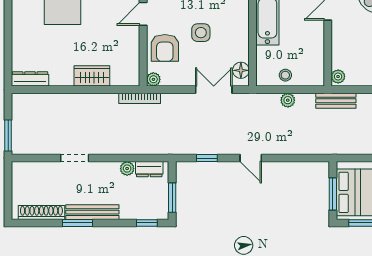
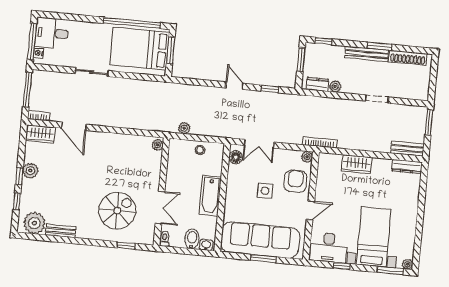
plant: (288, 100) -> (184, 128), moved
bench: (336, 101) -> (407, 149), moved

